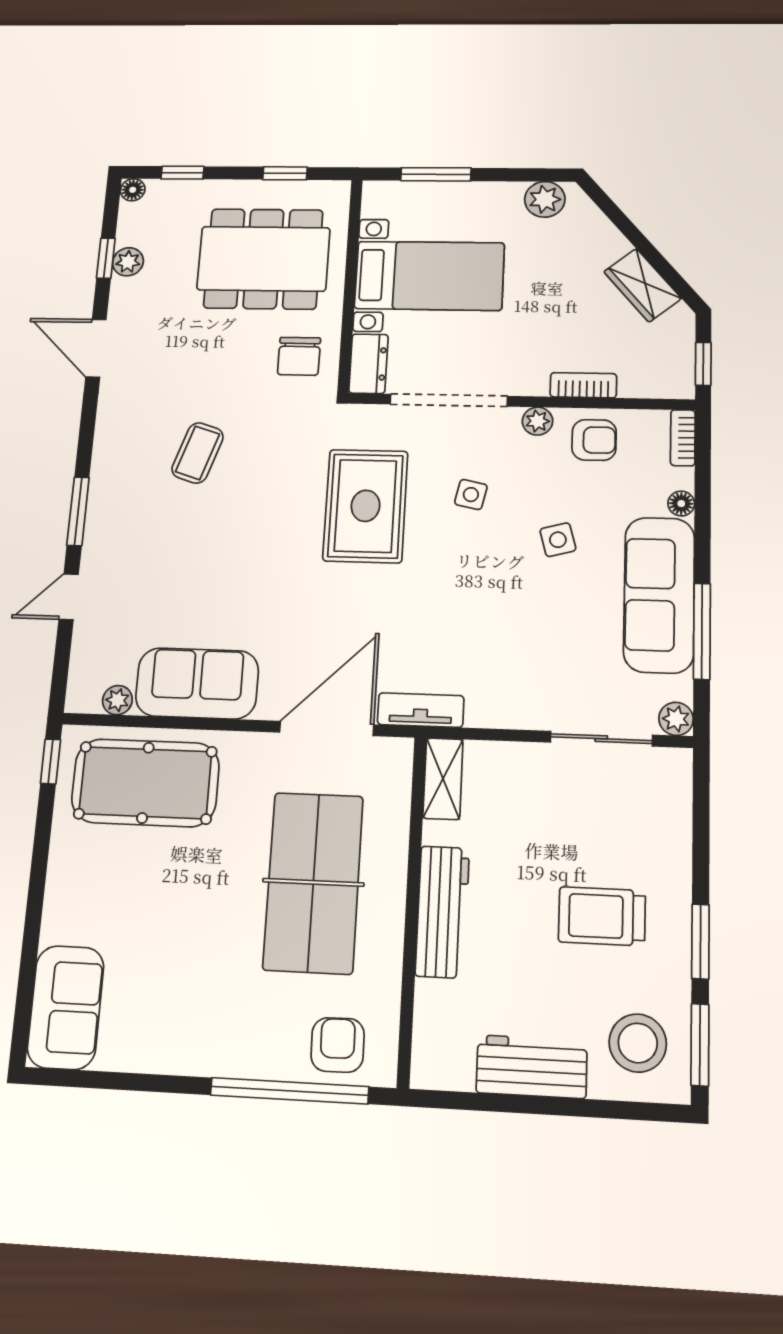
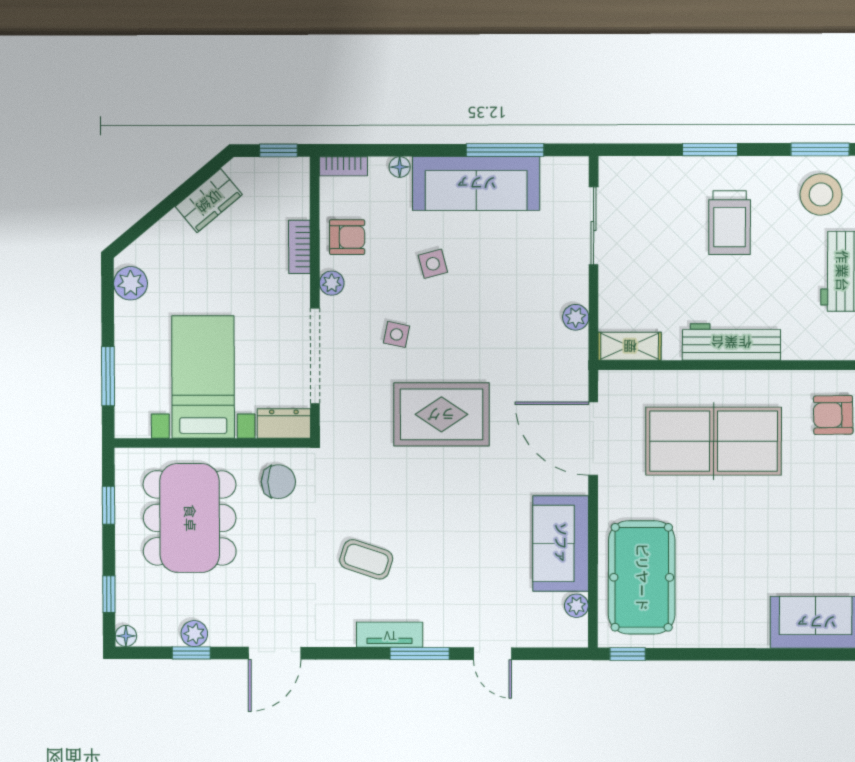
armchair: (594, 440) -> (347, 237), turned 90
rug: (366, 506) -> (441, 414), moved
tv unit: (421, 710) -> (390, 635), moved, turned 90
plant: (676, 719) -> (576, 317), moved
window: (700, 941) -> (710, 150), moved

